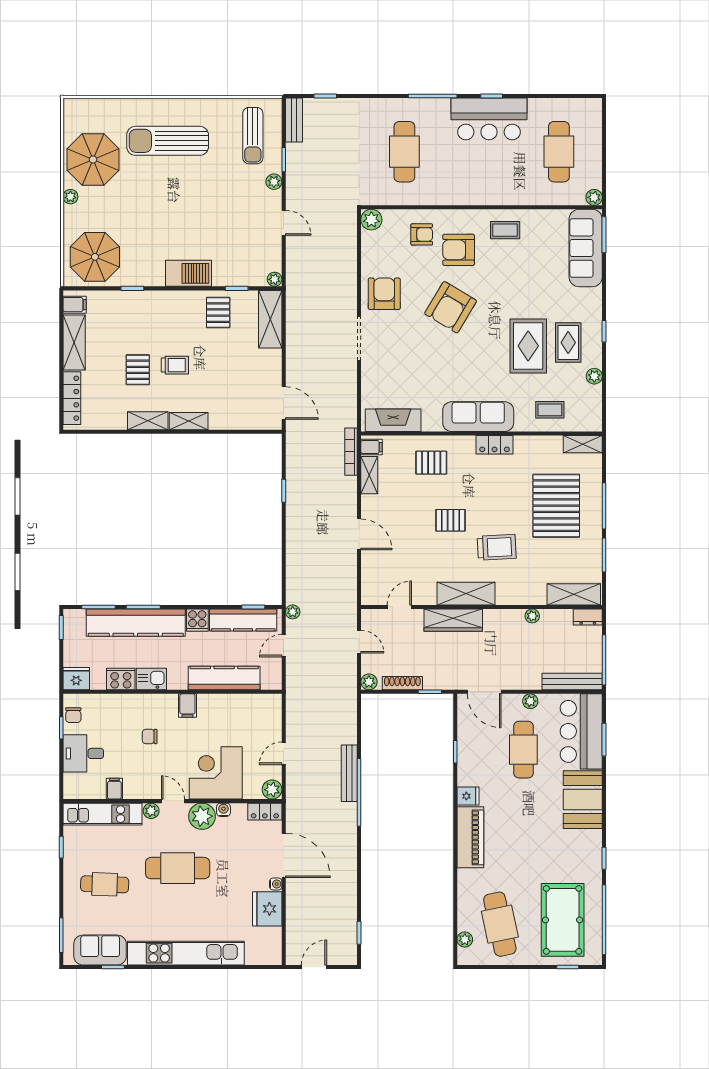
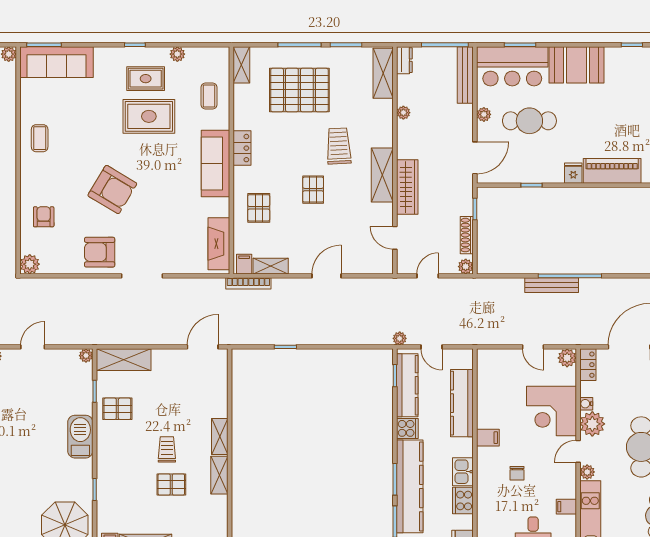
armchair: (459, 250) -> (58, 182), removed

